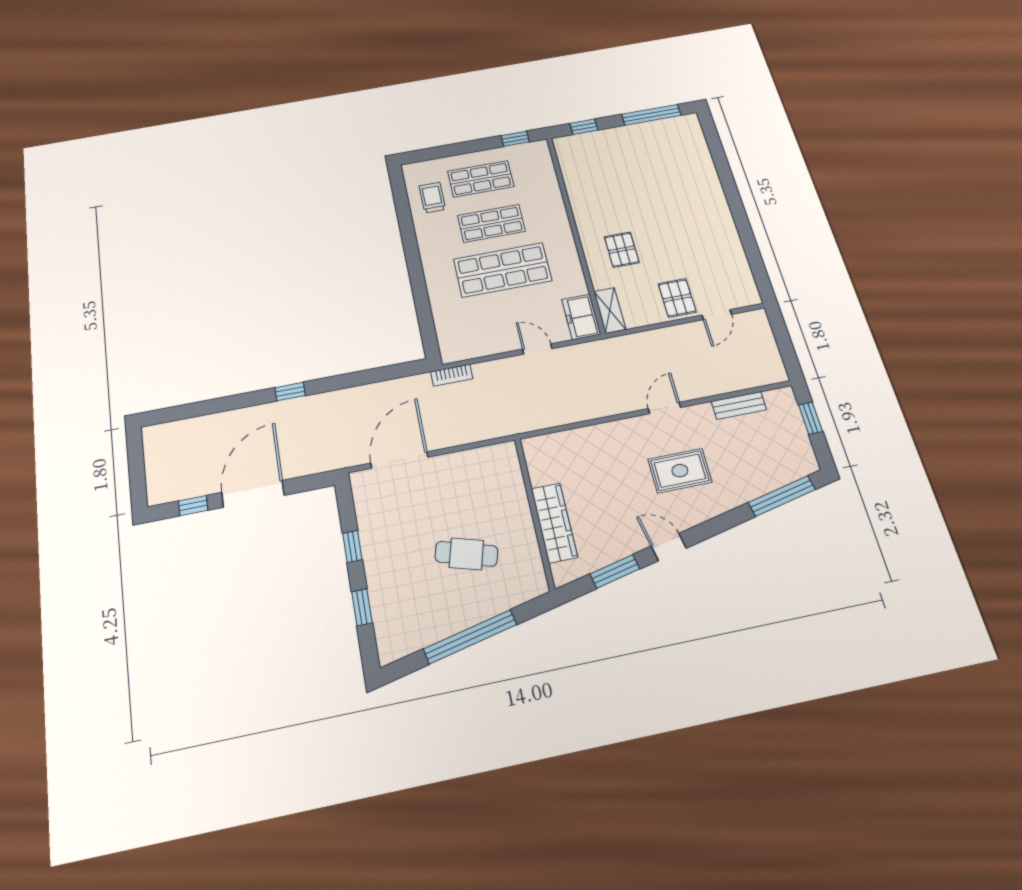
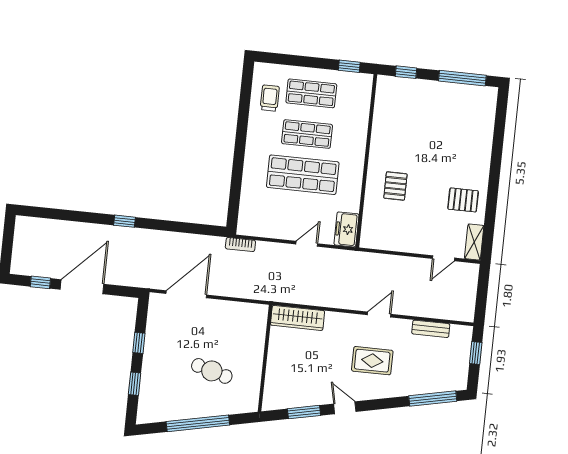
pallet: (677, 298) -> (463, 200), moved, turned 90
shelving: (610, 310) -> (474, 242), moved
door: (537, 349) -> (307, 244), hinge flipped
wardrobe: (554, 523) -> (297, 318), moved, turned 90

